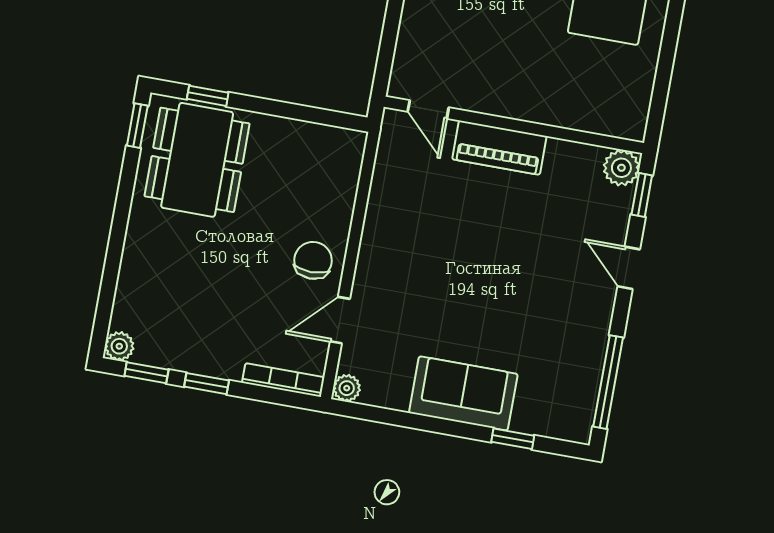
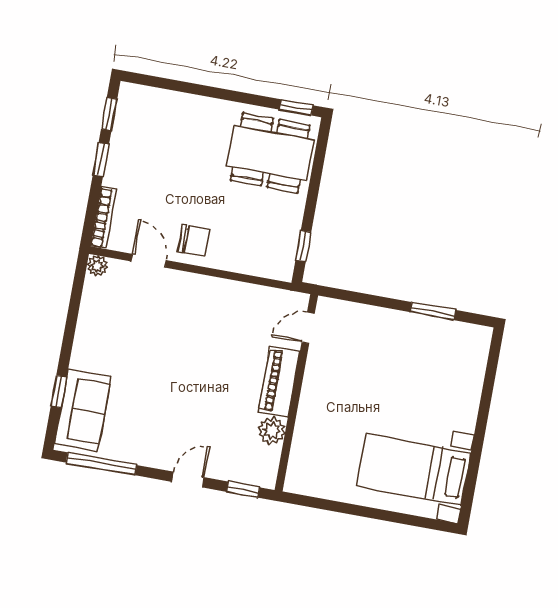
window: (208, 96) -> (303, 246), moved
plant: (621, 168) -> (272, 431), moved
plant: (119, 346) -> (129, 94), removed
sofa: (463, 393) -> (83, 410), moved

